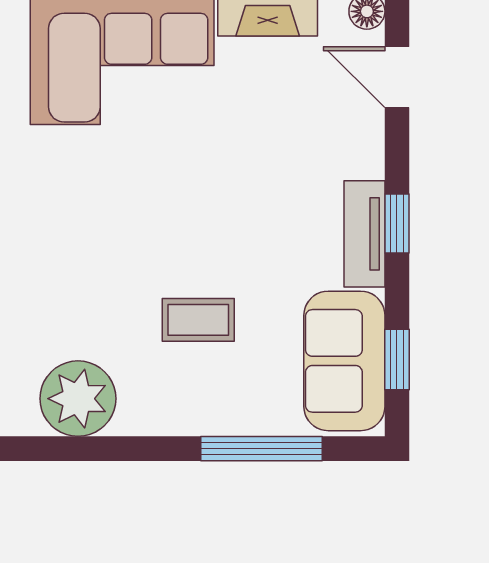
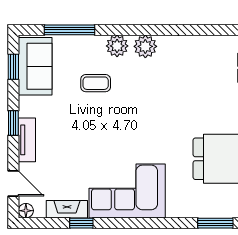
tv unit: (364, 234) -> (27, 140), moved
plant: (78, 399) -> (145, 46), width x0.73, depth x0.73
plant: (146, 410) -> (117, 46), added

